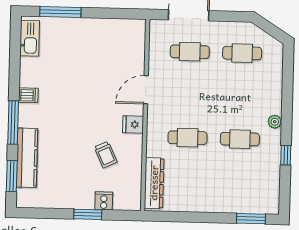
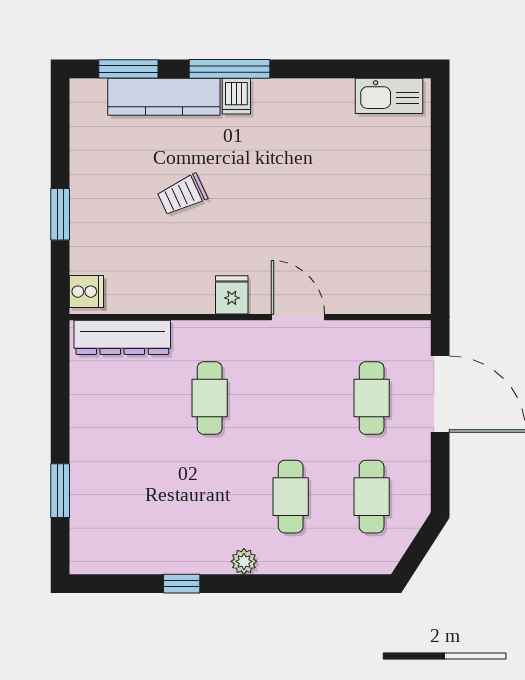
window: (60, 12) -> (440, 152), removed
dishwasher: (28, 95) -> (236, 96), moved
cafe table: (240, 139) -> (291, 497), moved
trolley: (106, 155) -> (182, 195), moved
cooker: (104, 201) -> (86, 292), moved
window: (251, 219) -> (60, 491), moved

